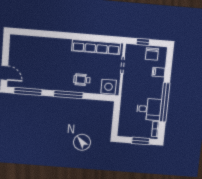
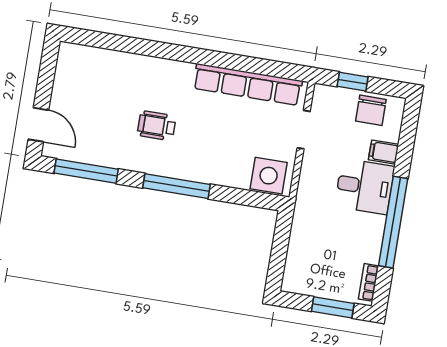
wheelchair: (82, 80) -> (157, 126), moved
desk: (149, 109) -> (365, 186), moved

